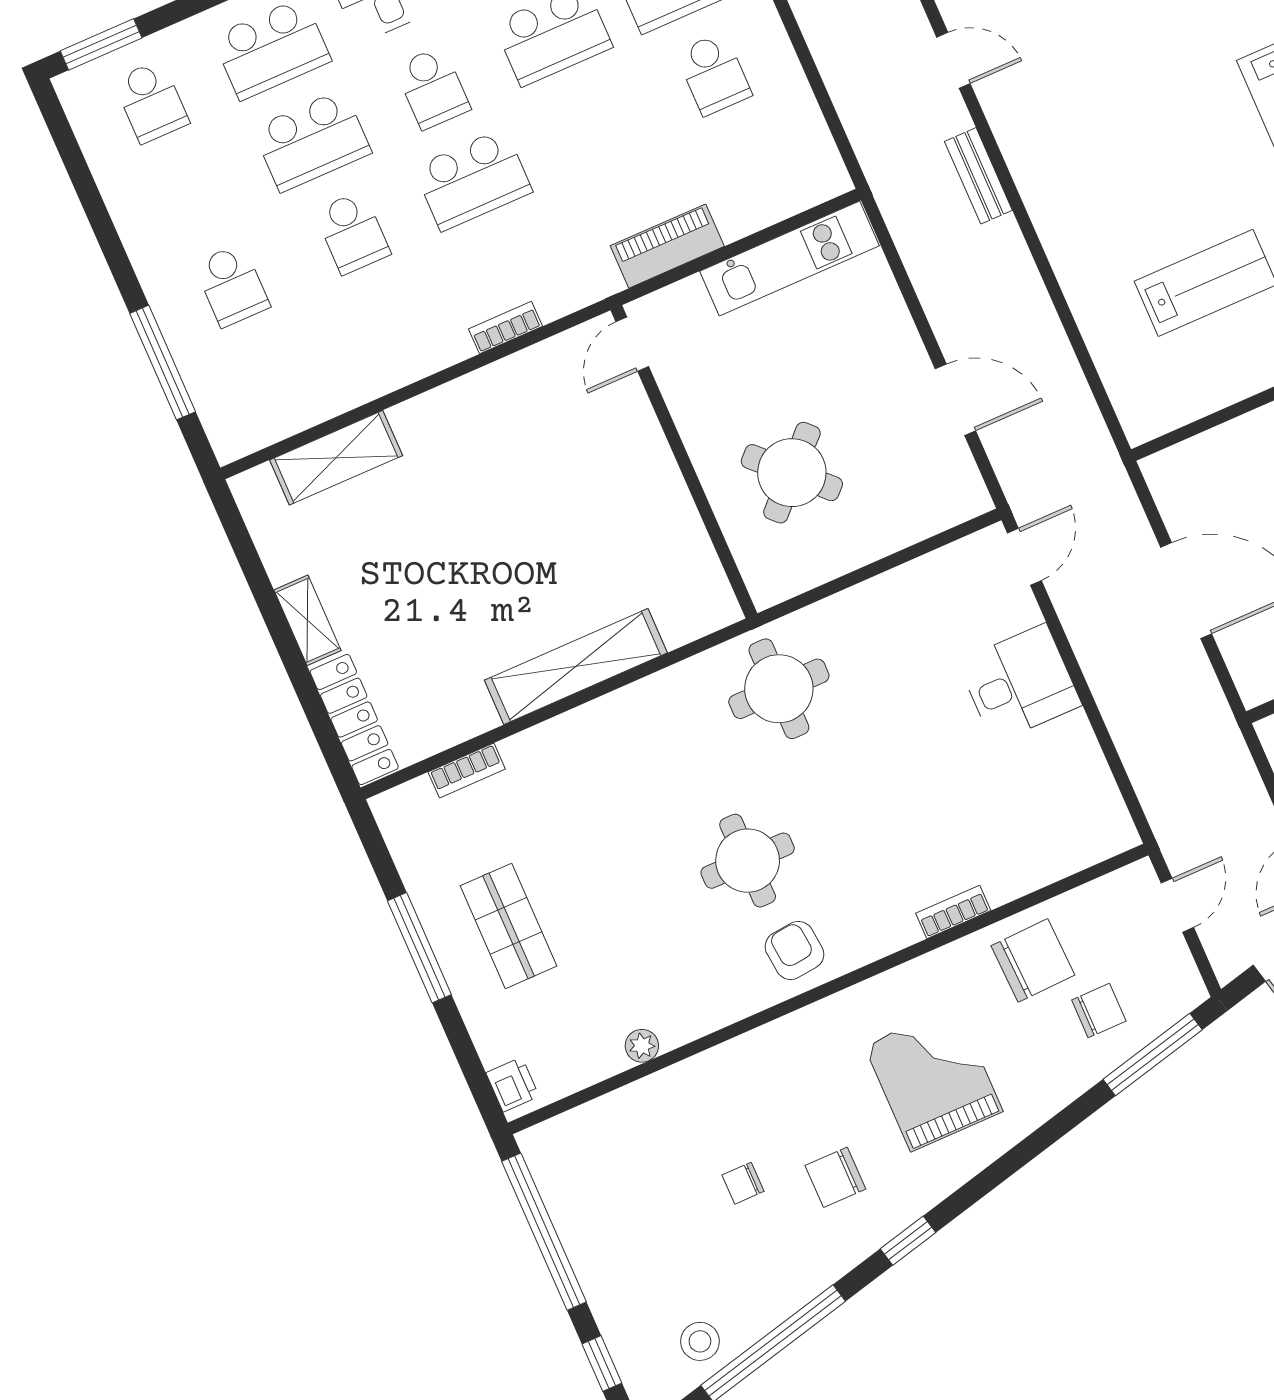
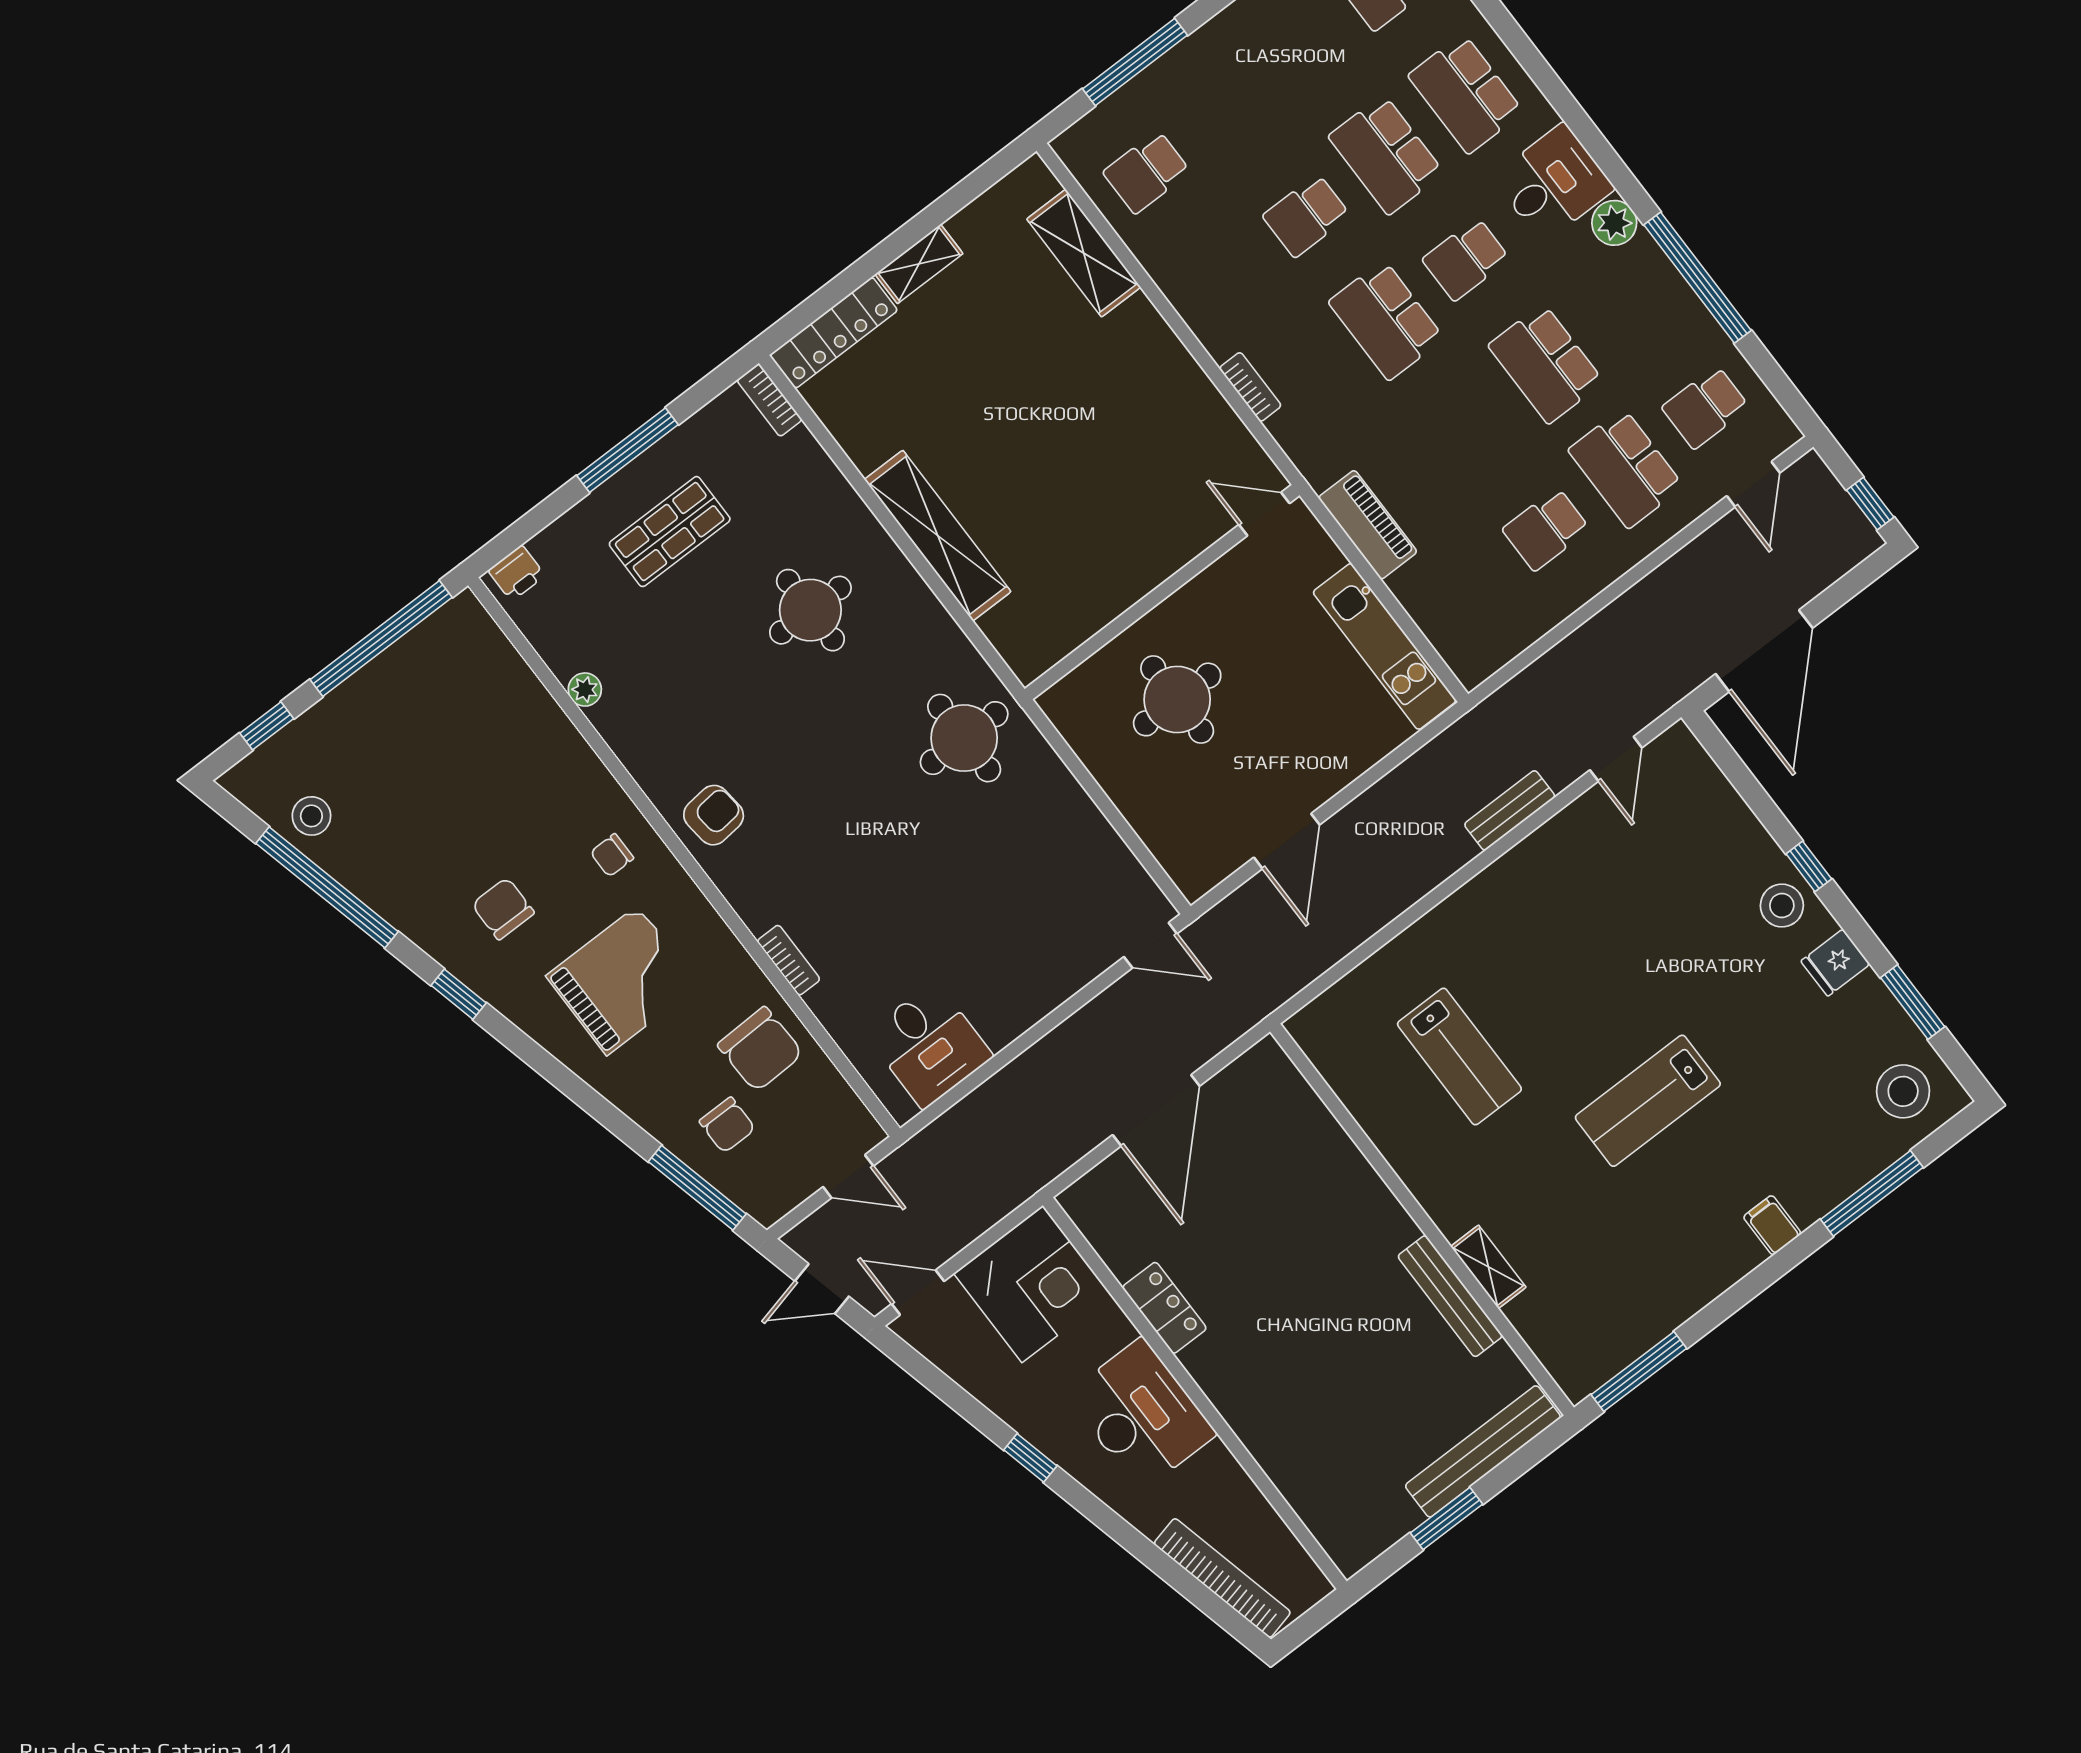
school desk: (232, 285) -> (1147, 172), moved
round table: (792, 473) -> (1177, 699), turned 45
desk: (1020, 683) -> (929, 1045), moved
bookcase: (467, 771) -> (769, 400), moved
round table: (748, 861) -> (810, 610), moved
chair: (743, 1183) -> (612, 855), moved, turned -90

